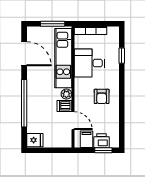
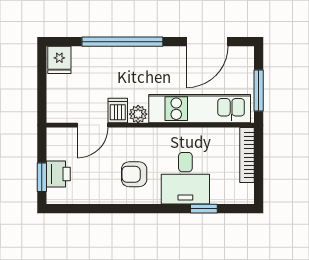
desk: (89, 63) -> (185, 178), moved, turned 180
filing cabinet: (87, 139) -> (61, 148), removed

